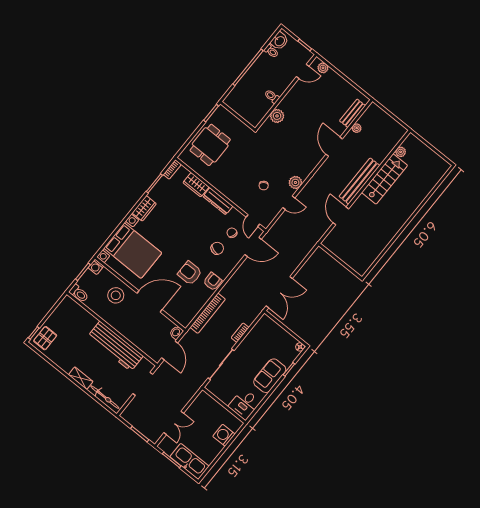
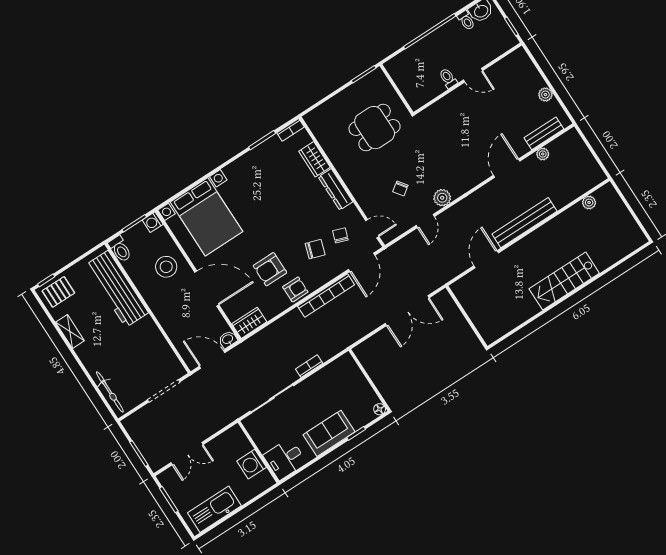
plant: (323, 68) -> (545, 95), moved
door: (303, 71) -> (473, 75), moved
plant: (277, 116) -> (446, 105), removed
dining table: (210, 145) -> (375, 128), moved
stairs: (384, 179) -> (564, 281), moved, turned 180
door: (289, 203) -> (425, 221), hinge flipped
wardrobe: (144, 208) -> (249, 323), moved, turned 180
door: (253, 221) -> (372, 229), swing flipped
door: (253, 247) -> (362, 262), hinge flipped
armchair: (190, 273) -> (270, 269), turned -90
double door: (279, 292) -> (407, 311), moved
bookcase: (208, 313) -> (326, 295), moved
workbench: (115, 346) -> (117, 289), moved
door: (170, 350) -> (212, 359), swing flipped
shelving: (81, 378) -> (70, 331), moved
washing machine: (224, 435) -> (252, 464), moved, turned -90
kitchen sink: (189, 461) -> (214, 509), moved, turned -90

